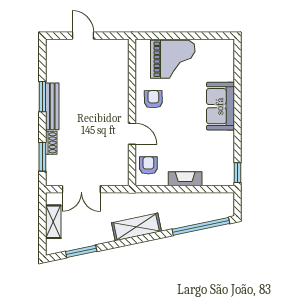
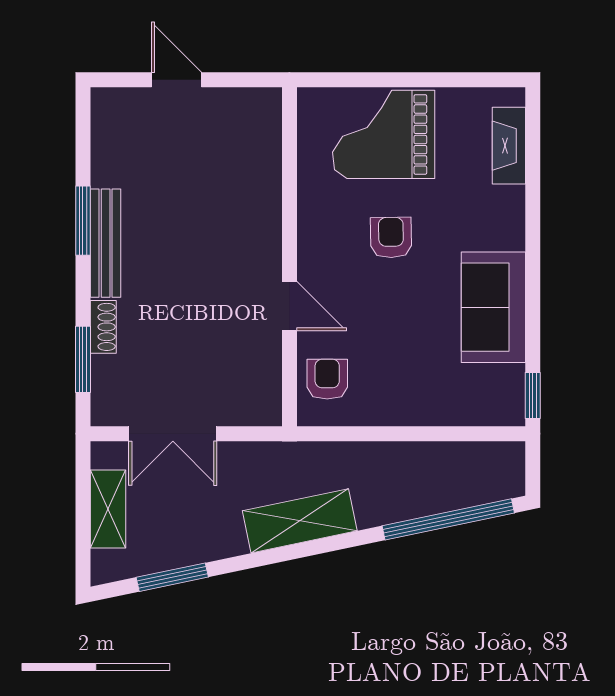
grand piano: (173, 59) -> (384, 134), turned 180
armchair: (153, 99) -> (391, 238), moved
sofa: (220, 106) -> (493, 307), moved
fireplace: (185, 179) -> (509, 146), moved, turned -90

